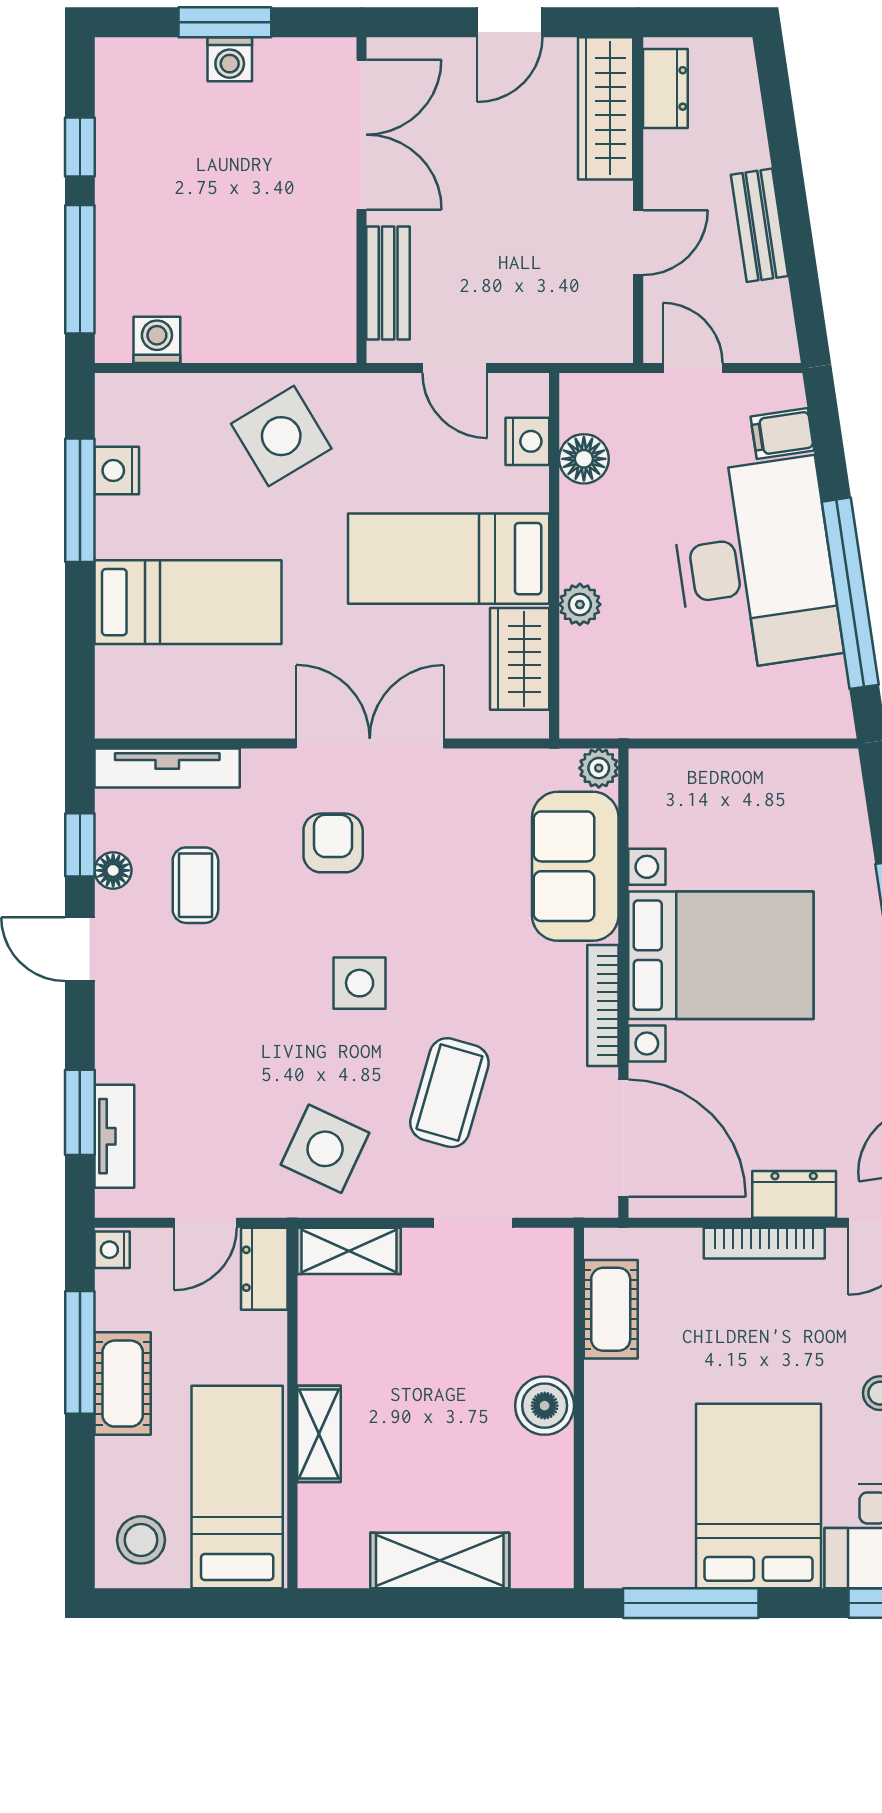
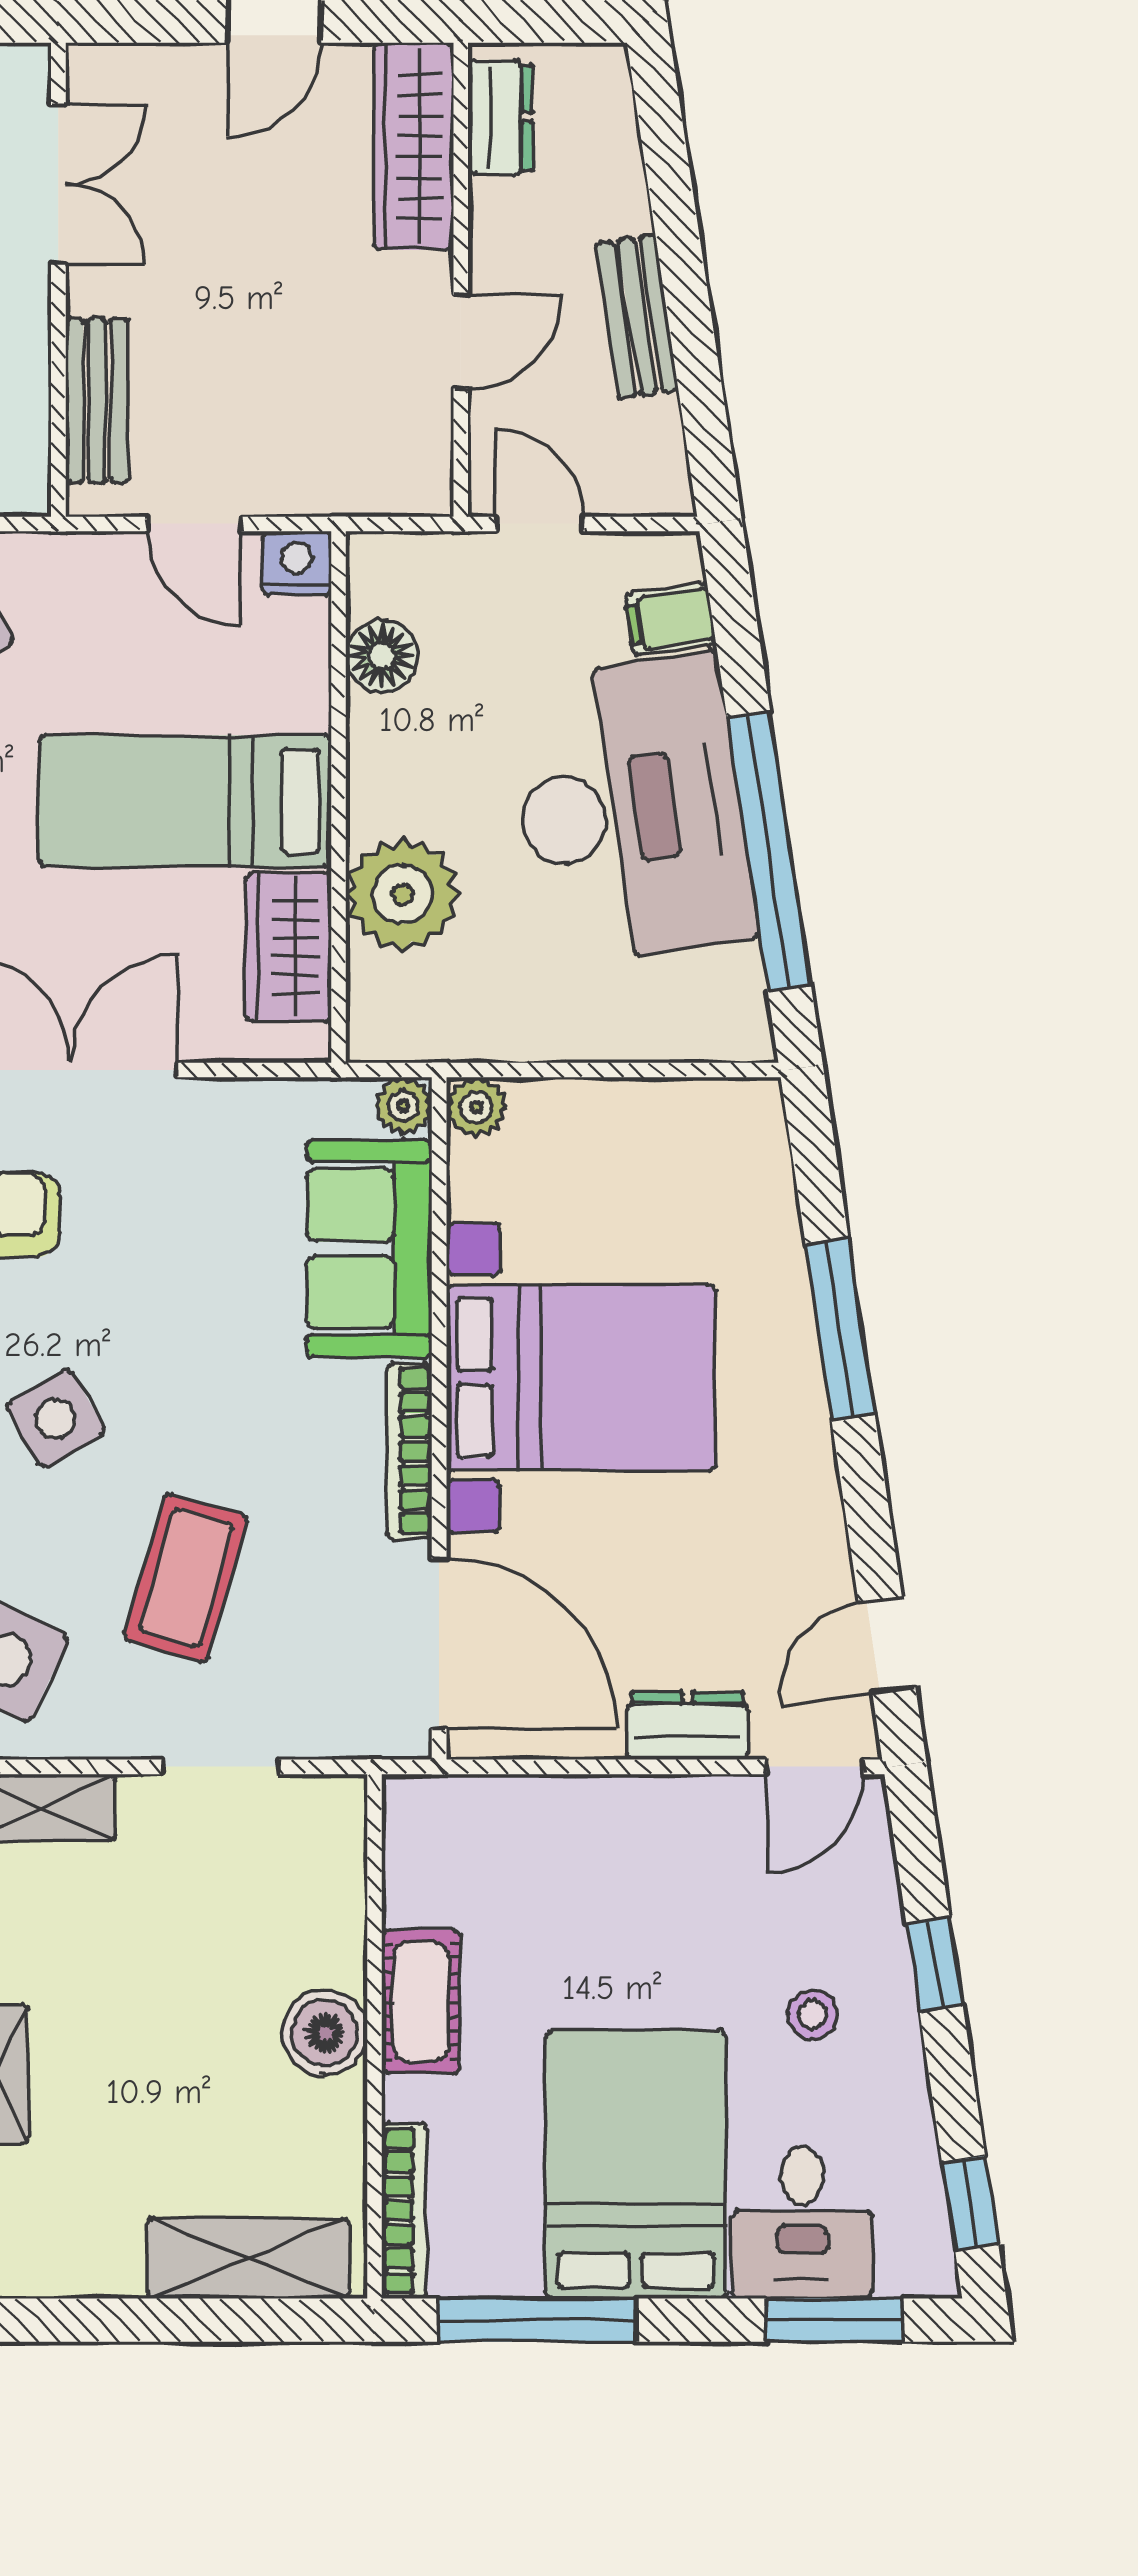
double door: (362, 135) -> (58, 184), width x0.73
nightstand: (527, 441) -> (297, 563), moved, turned -90
plant: (580, 604) -> (402, 894), width x1.87, depth x1.87
plant: (649, 769) -> (476, 1107), added
side table: (360, 983) -> (55, 1418), turned -30
bookcase: (764, 1243) -> (404, 2211), moved, turned -90
cot: (611, 1309) -> (421, 2001), moved
shelving: (440, 1561) -> (248, 2258), moved

